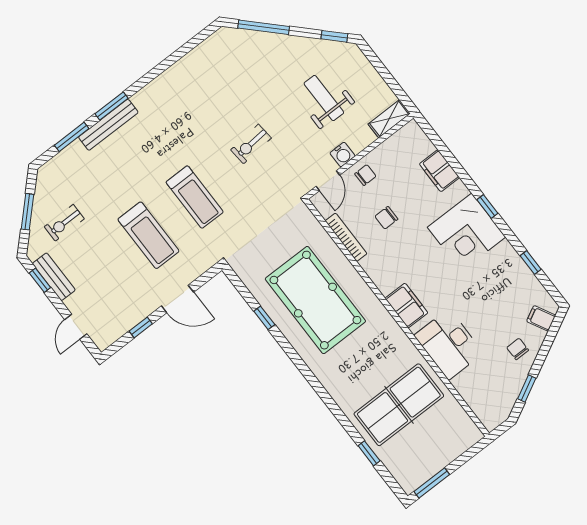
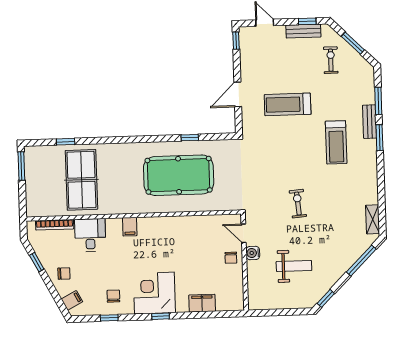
shelving: (389, 119) -> (373, 219), moved
bench: (108, 125) -> (370, 122), width x0.73
treadmill: (195, 197) -> (336, 142), moved, turned -90
chair: (386, 218) -> (113, 296), moved
bookcase: (346, 237) -> (55, 225), moved
filing cabinet: (406, 306) -> (130, 227), width x0.50
window: (141, 327) -> (236, 41), moved
desk: (449, 344) -> (90, 235), width x0.73

